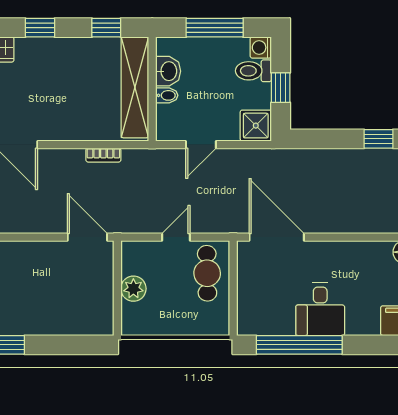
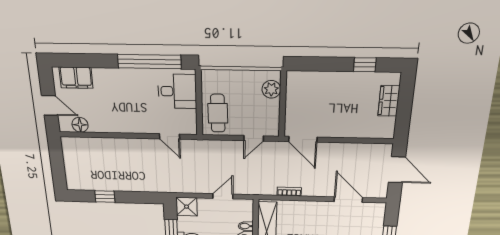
door: (176, 237) -> (254, 138), moved
door: (277, 237) -> (169, 136), width x0.53
plant: (133, 289) -> (271, 89), moved
desk: (320, 309) -> (177, 91), moved, turned 90

